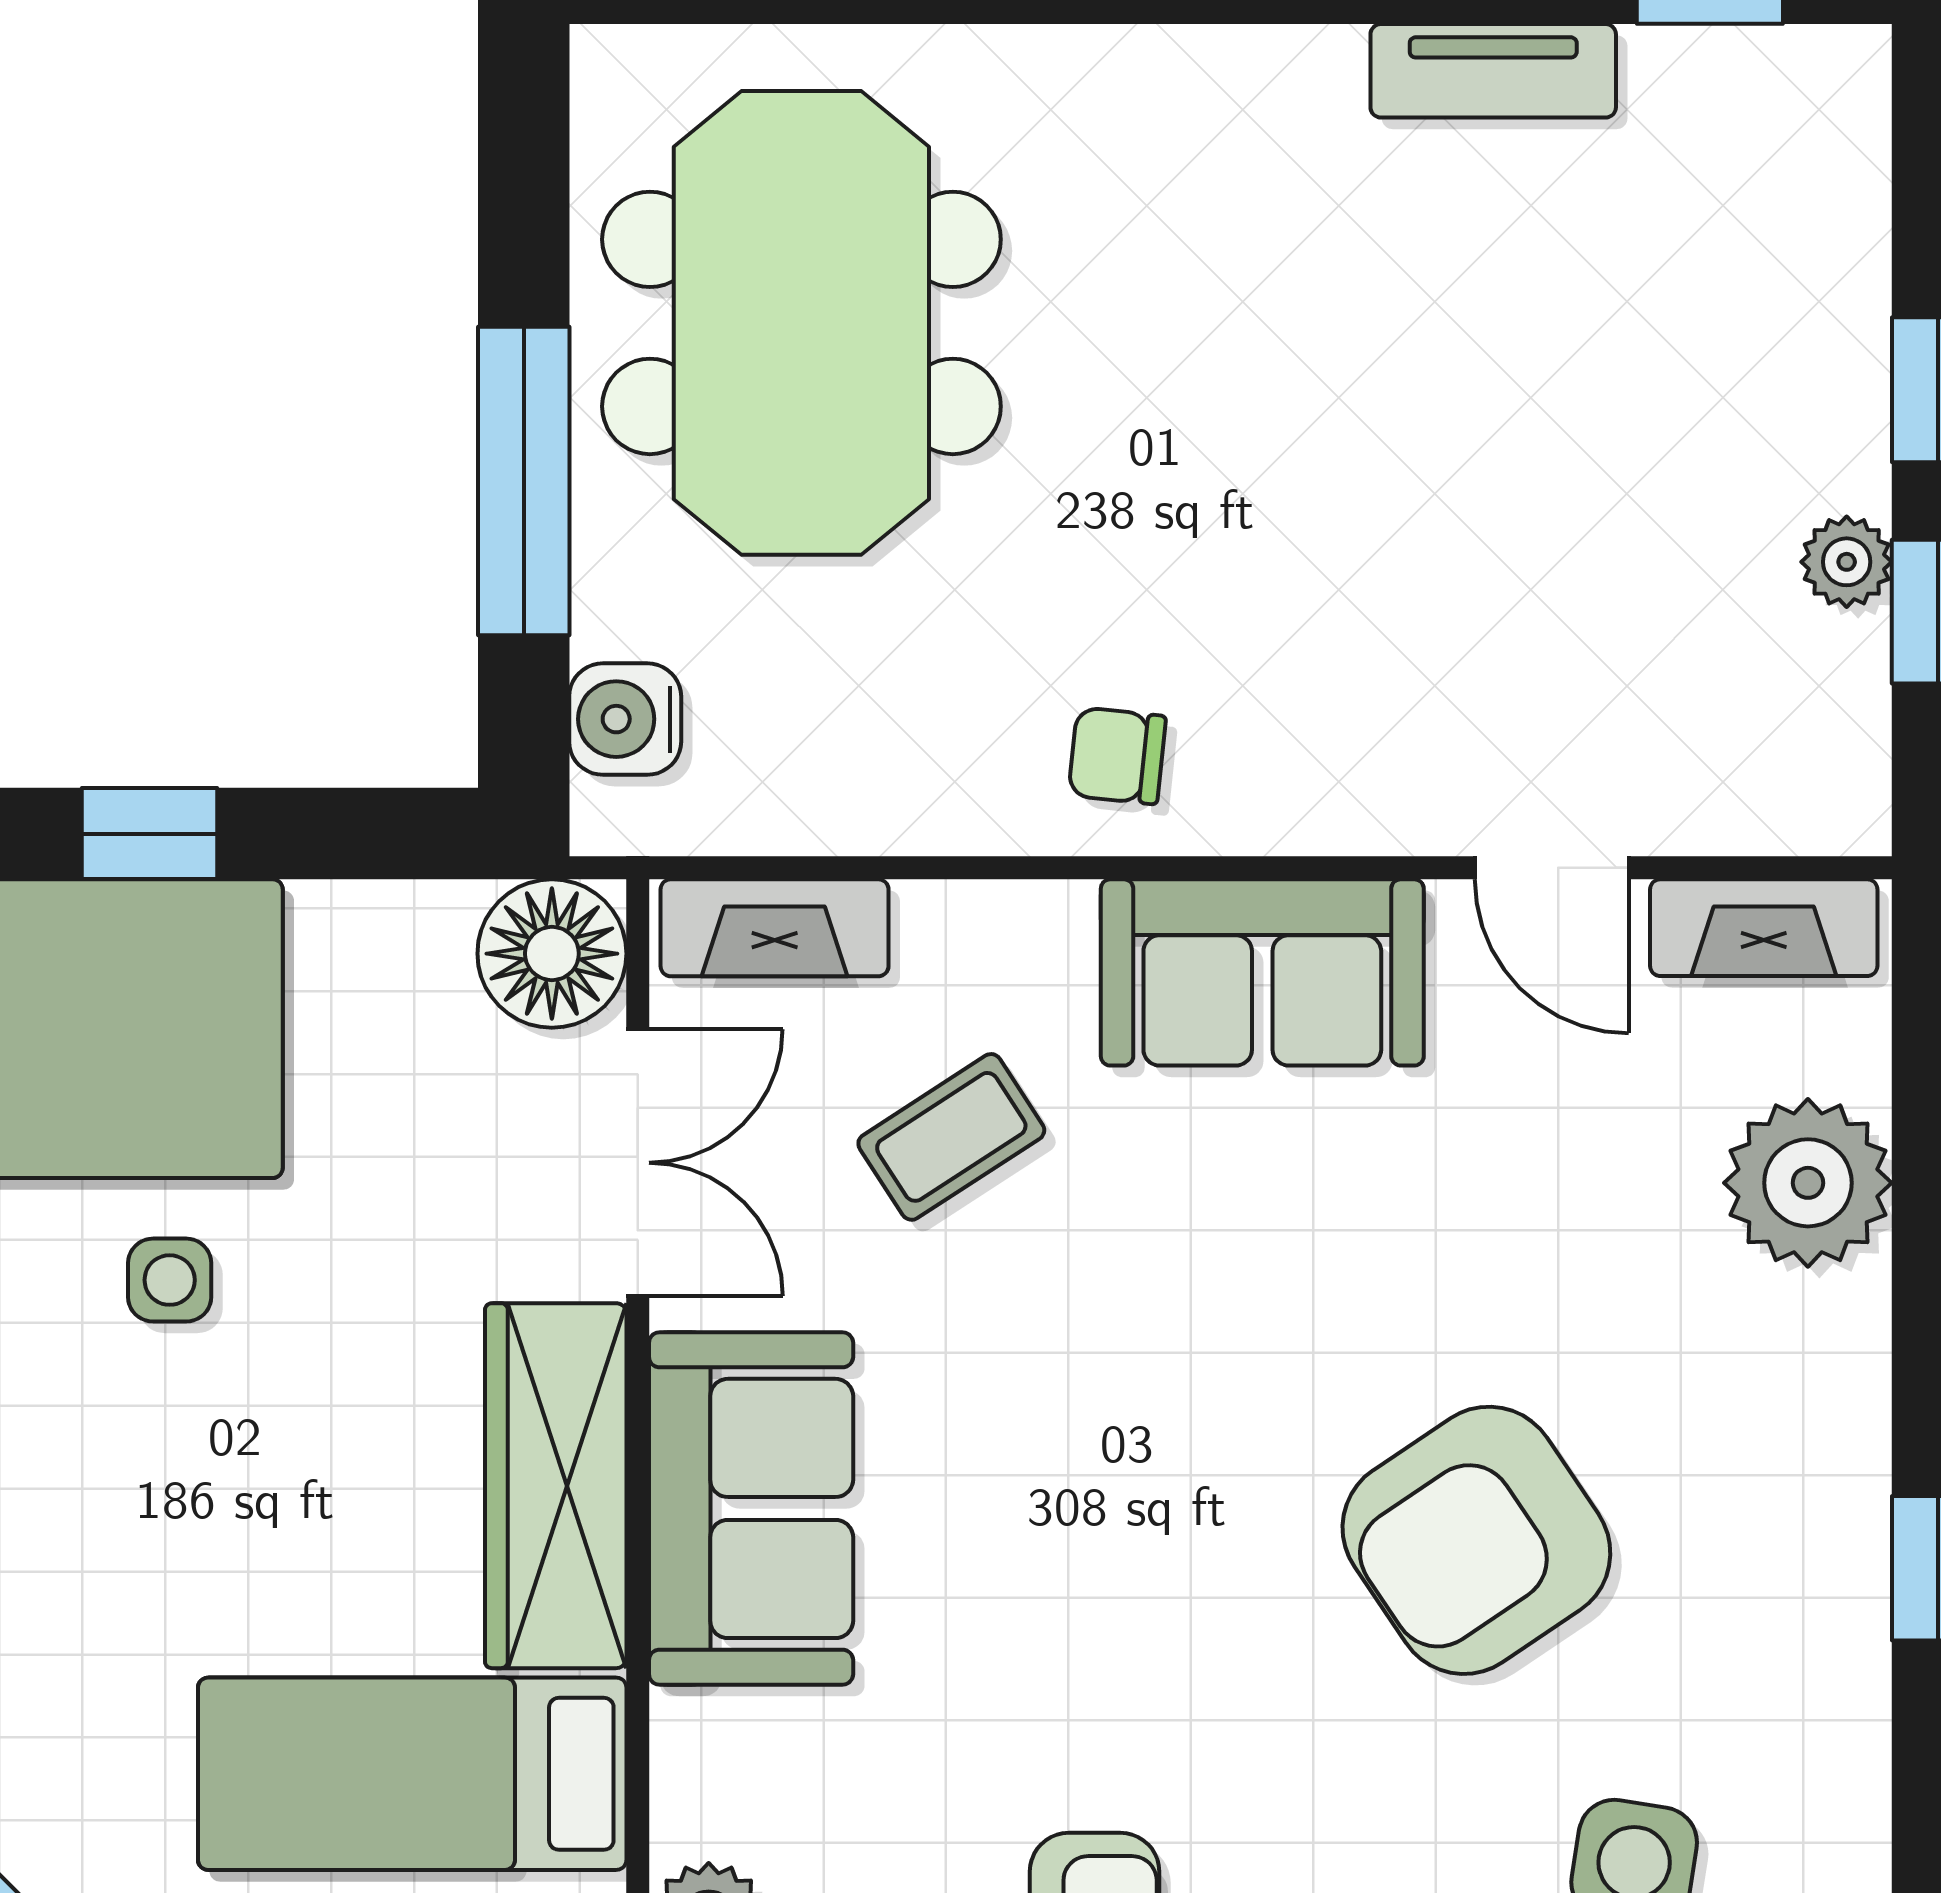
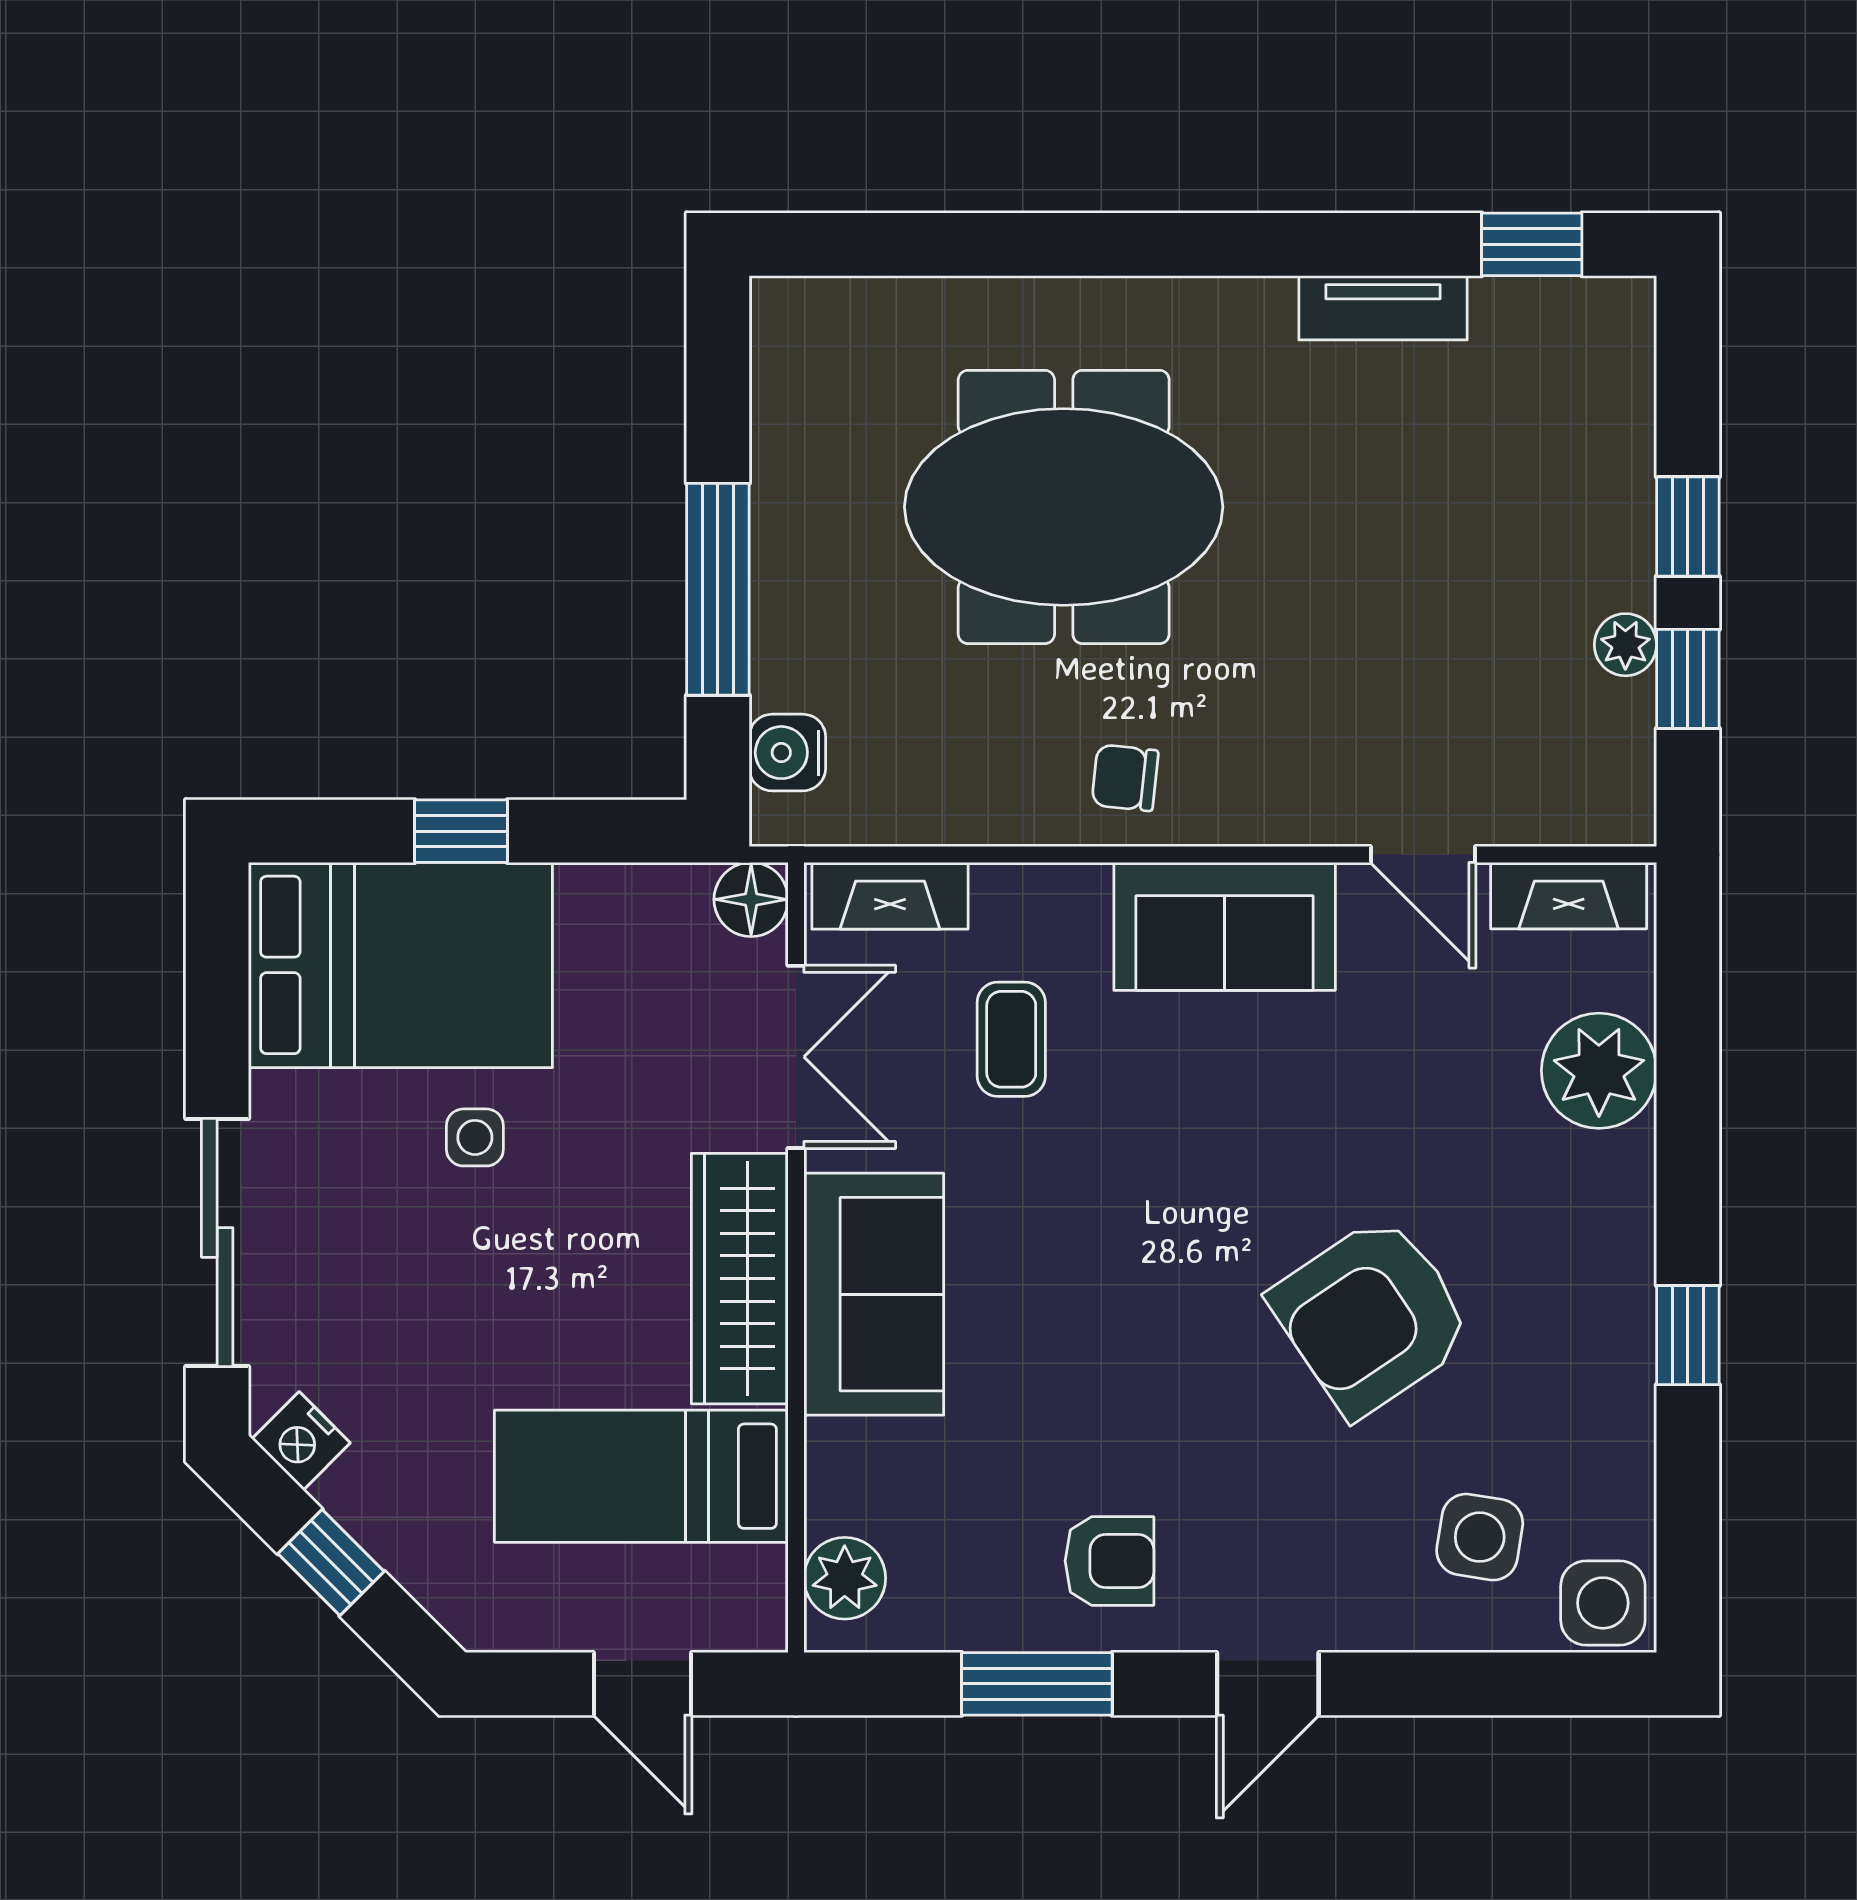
meeting table: (801, 323) -> (1064, 507), moved, turned 90
floor lamp: (552, 954) -> (751, 899), width x0.73, depth x0.73
coffee table: (951, 1137) -> (1011, 1039), turned -57

